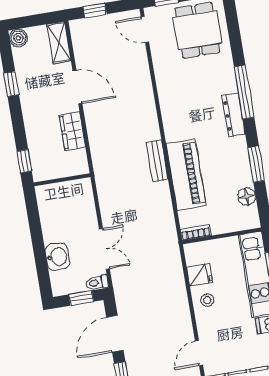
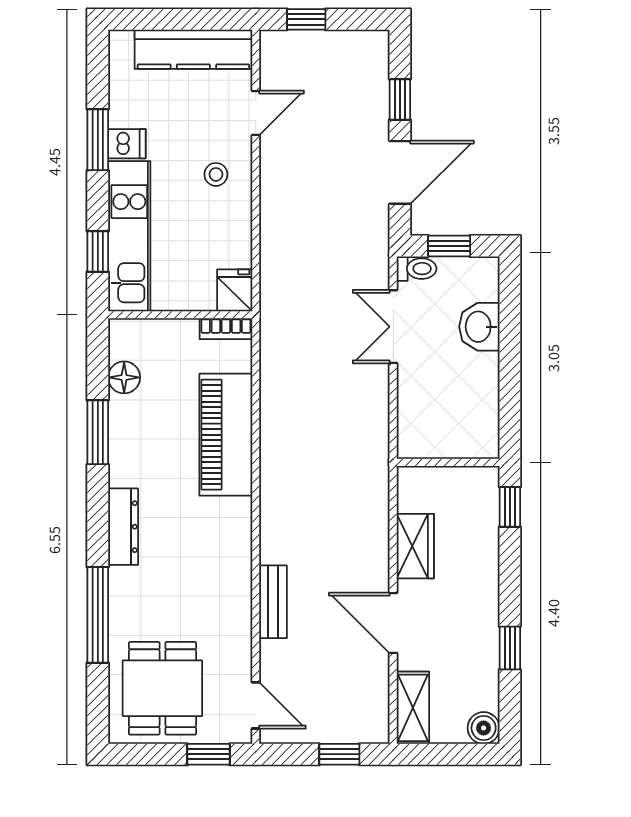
window: (244, 92) -> (98, 615), moved
bench: (157, 161) -> (273, 602), moved
fridge: (200, 275) -> (235, 290), moved, turned 90
stool: (207, 300) -> (216, 174), moved

